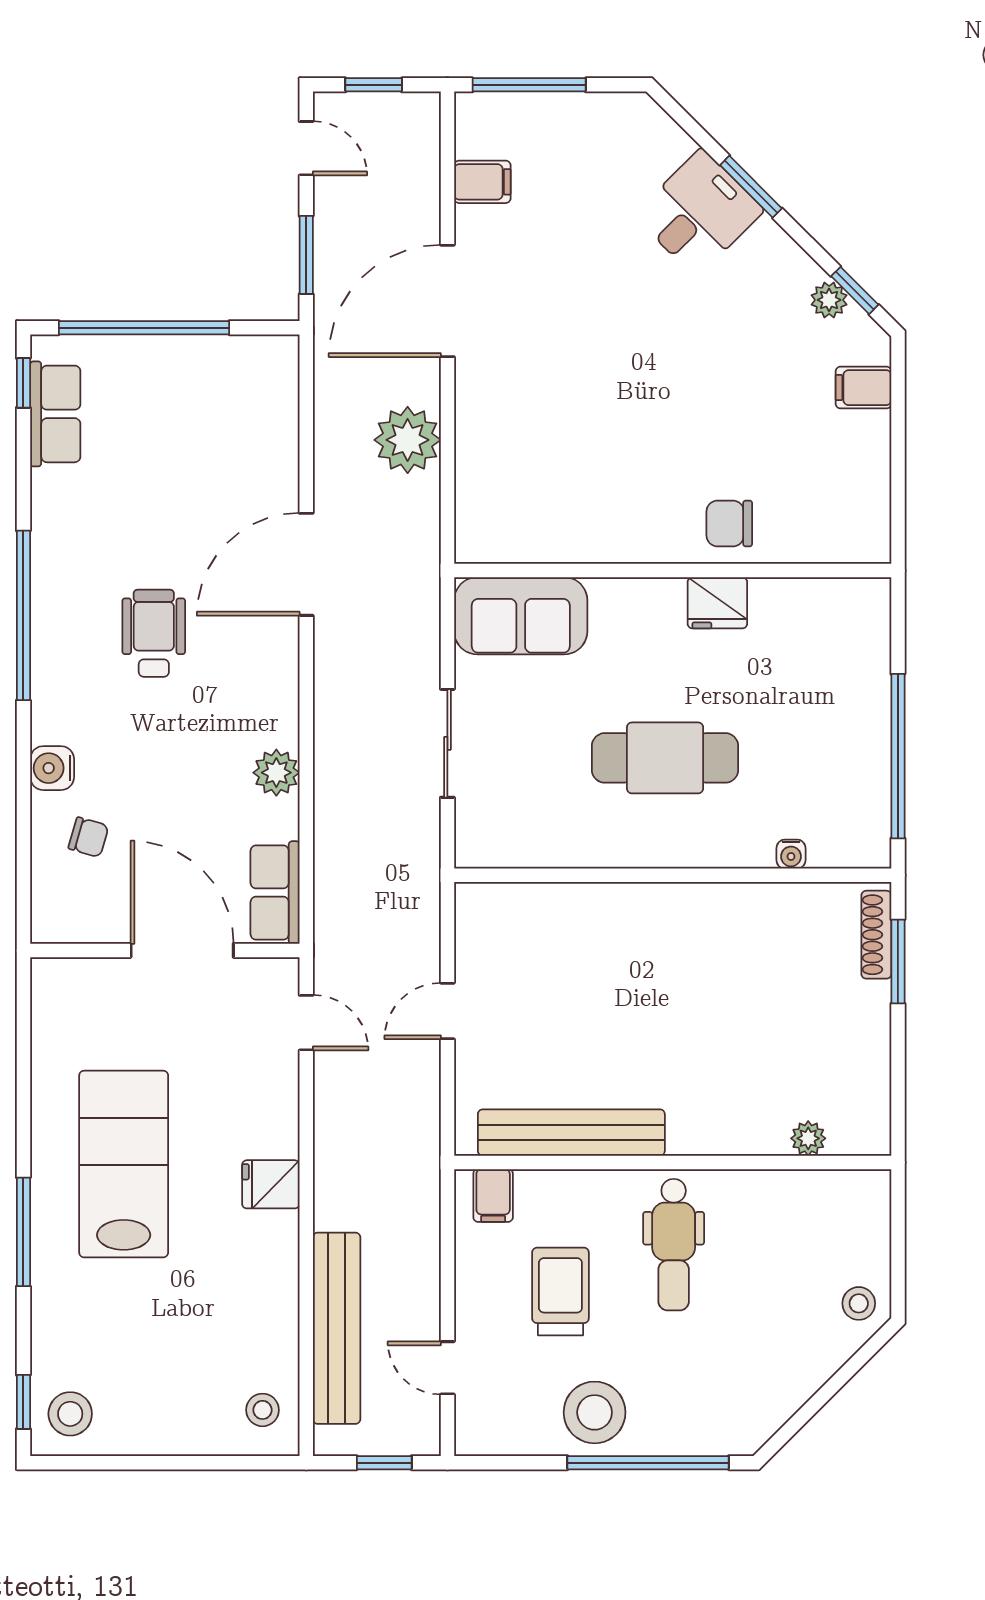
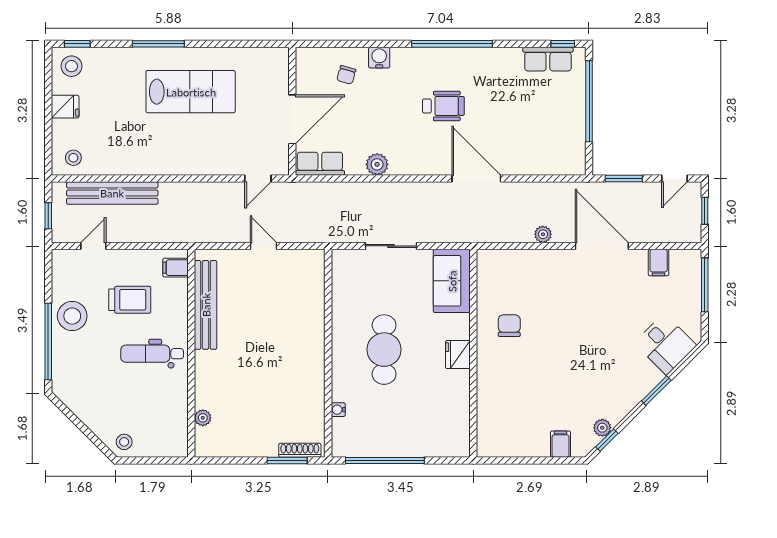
desk: (699, 213) -> (665, 344), moved
plant: (408, 440) -> (543, 234), width x0.53, depth x0.53
chair: (729, 523) -> (509, 326), moved
fridge: (717, 603) -> (458, 355), moved
fridge: (271, 1184) -> (65, 107), moved, turned 90

